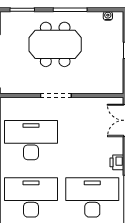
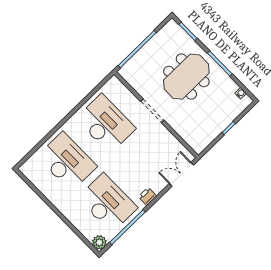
meeting table: (55, 44) -> (186, 77), turned 90

